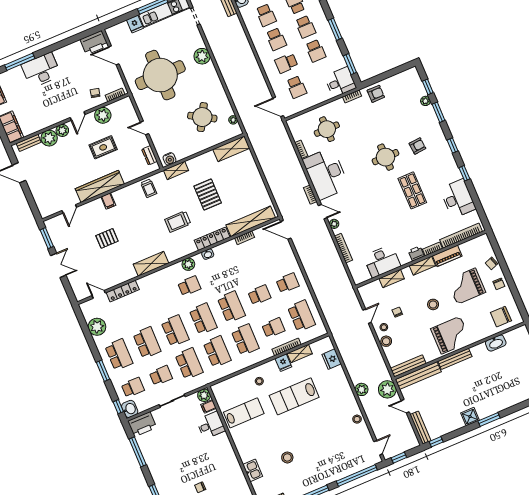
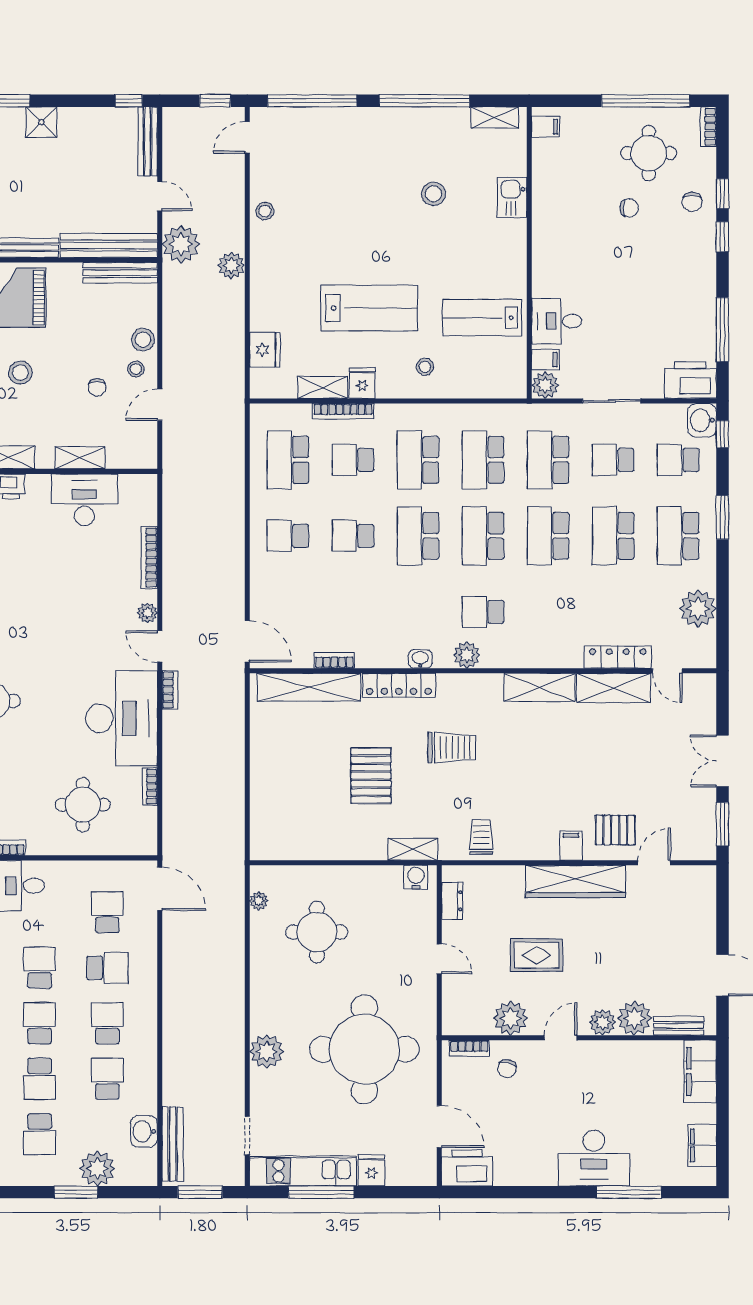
round table: (202, 117) -> (317, 932), turned -30
shelving: (231, 149) -> (614, 688), moved
pallet: (107, 238) -> (615, 830), moved

